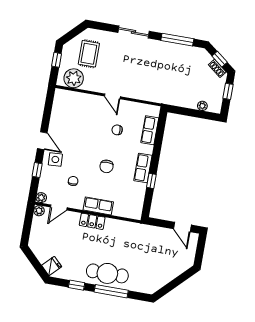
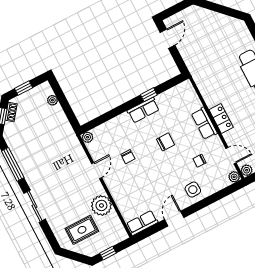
plant: (74, 78) -> (101, 205), moved
door: (112, 96) -> (97, 171), moved
plant: (155, 111) -> (88, 137), added
row of seats: (150, 130) -> (142, 223), moved, turned 180
door: (42, 141) -> (174, 219), moved
window: (37, 170) -> (214, 198), removed

